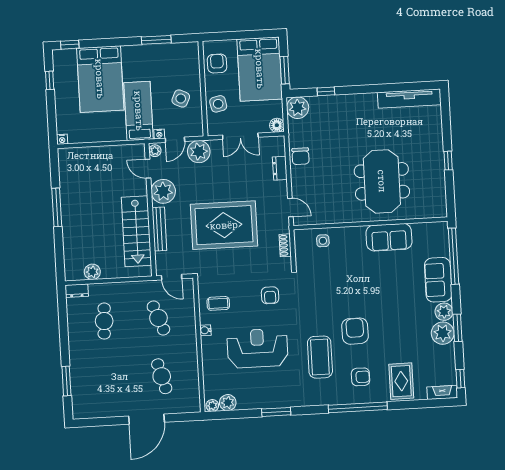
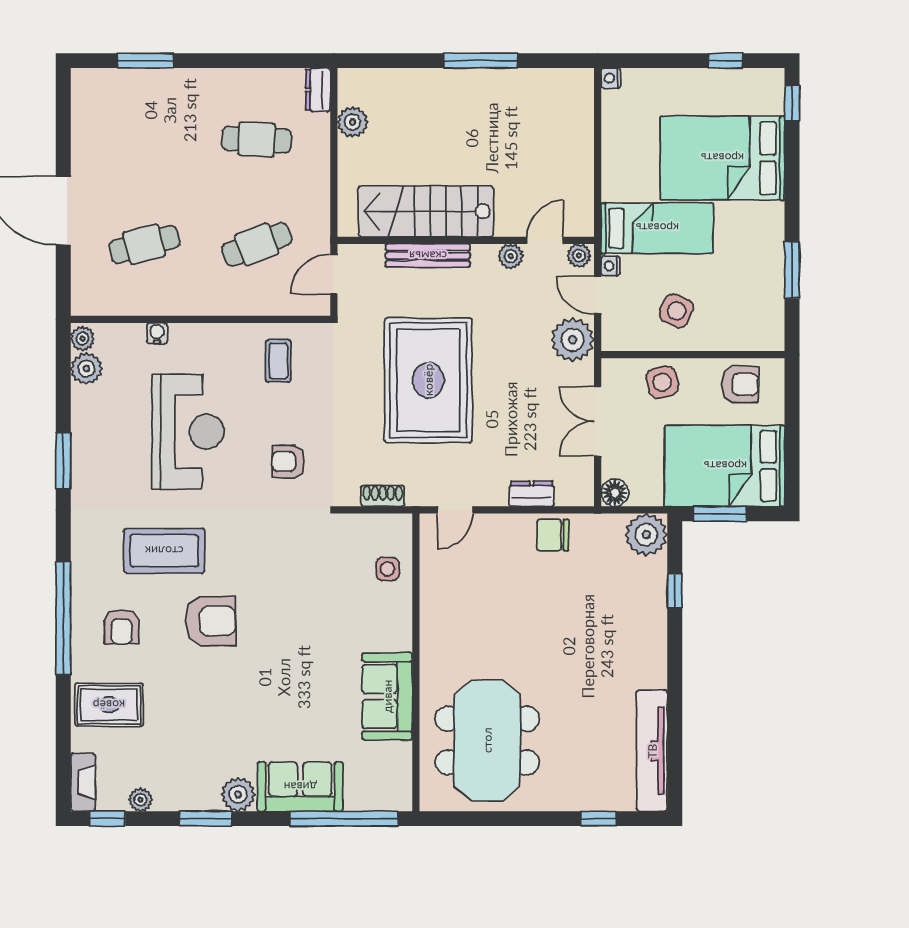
window: (448, 161) -> (598, 819), moved
meeting table: (382, 181) -> (487, 740), moved, turned 90
plant: (163, 191) -> (511, 256), width x0.53, depth x0.53
water cooler: (205, 330) -> (157, 333), moved
plant: (443, 333) -> (140, 800), moved, width x0.53, depth x0.53

